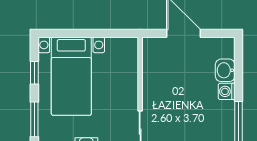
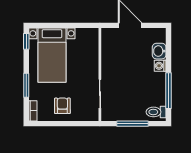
window: (34, 73) -> (26, 41), moved

